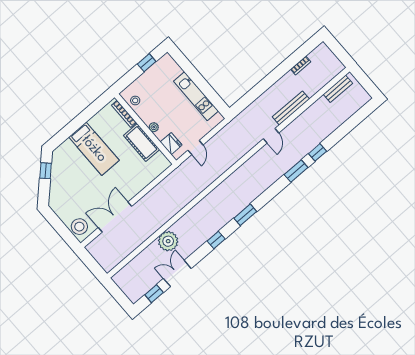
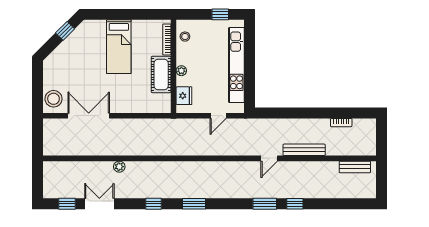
kitchen unit: (196, 96) -> (236, 65), width x1.36
door: (195, 148) -> (218, 116), moved
plant: (168, 241) -> (119, 167), width x0.53, depth x0.53

